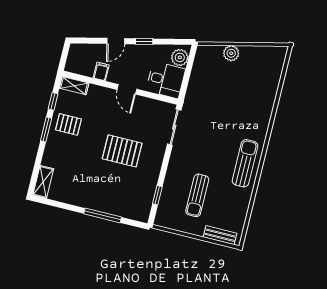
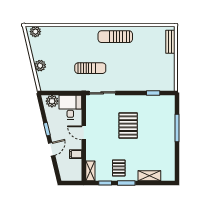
door: (116, 41) -> (52, 149), hinge flipped
plant: (278, 58) -> (35, 32), added
door: (127, 89) -> (84, 133), swing flipped
shelving: (43, 182) -> (149, 176), moved
sun lounger: (197, 195) -> (90, 68), moved

